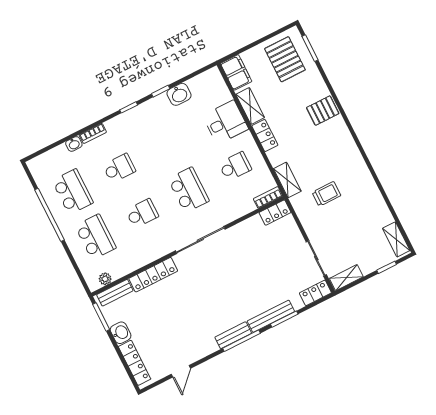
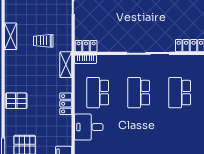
shelving: (250, 106) -> (11, 36), moved
school desk: (235, 166) -> (98, 93), width x1.85
school desk: (119, 168) -> (180, 133), removed
school desk: (142, 213) -> (180, 93), width x1.85

